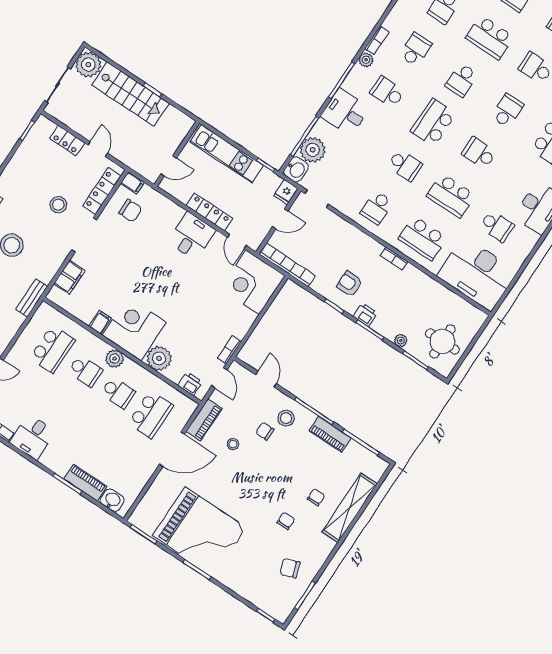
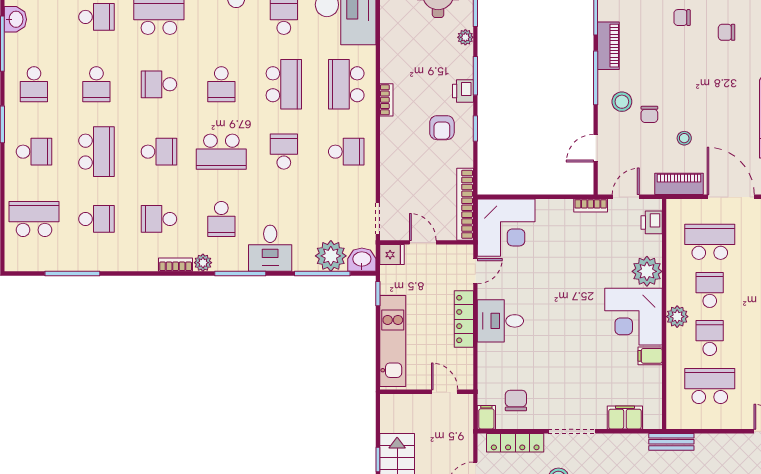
school desk: (423, 238) -> (346, 84), turned 180

